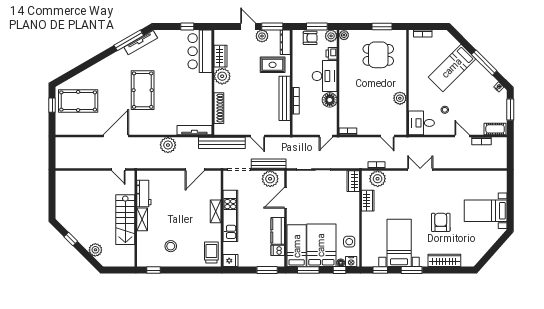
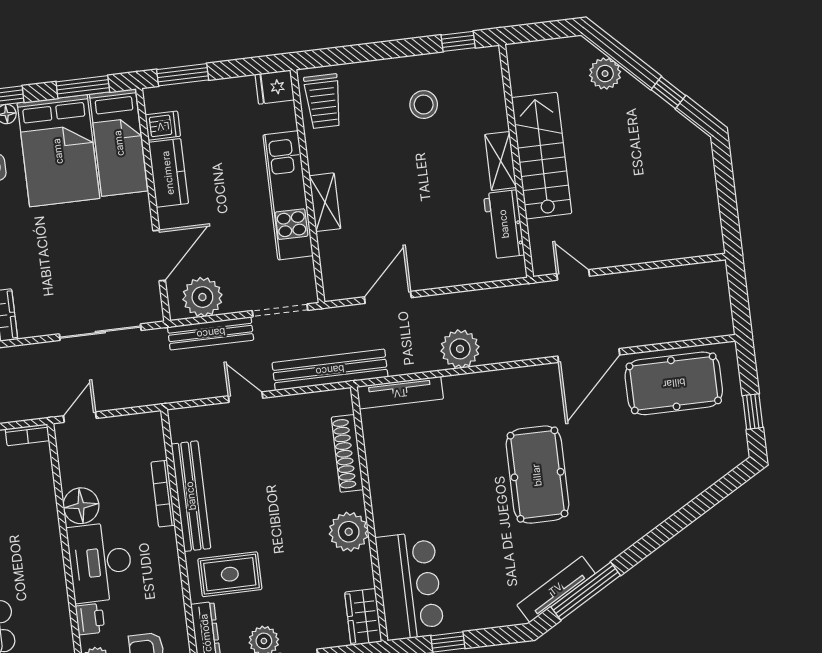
wardrobe: (220, 56) -> (363, 617), moved
pool table: (78, 101) -> (674, 383), moved

